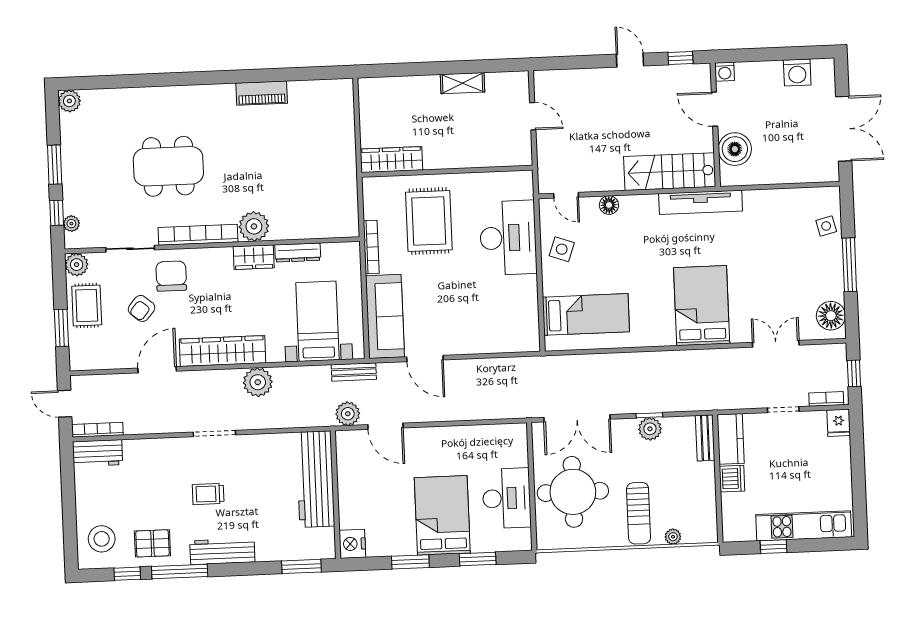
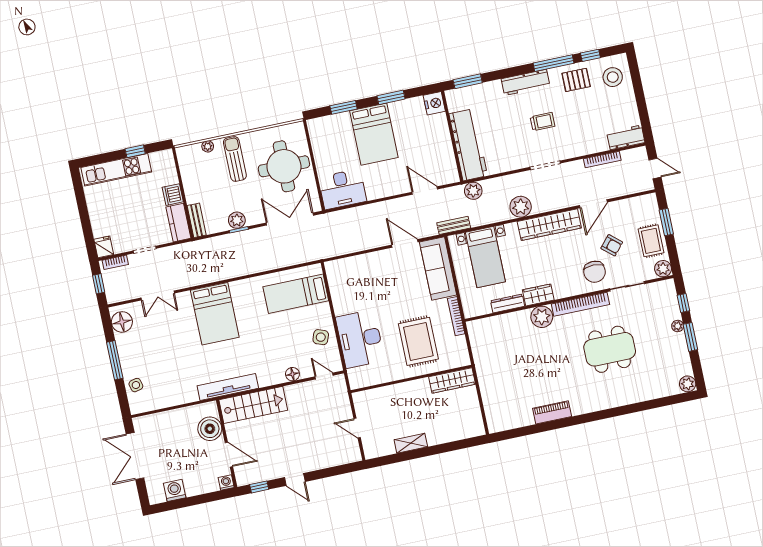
plant: (71, 224) -> (678, 326), moved
armchair: (142, 308) -> (612, 245), turned 91
plant: (348, 414) -> (473, 191), moved
bookcase: (97, 430) -> (602, 159), moved
desk: (507, 498) -> (342, 189), moved, turned -90

